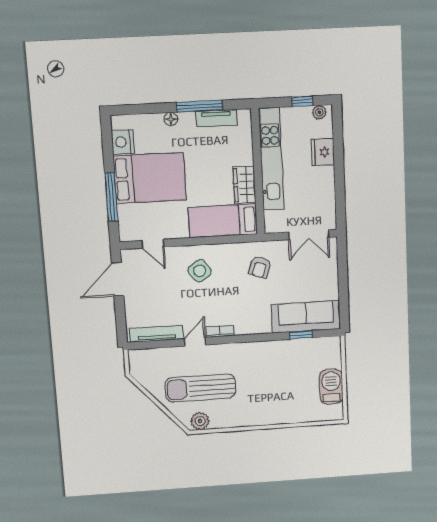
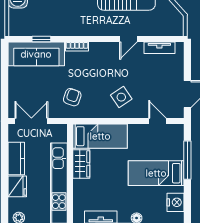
bed: (150, 178) -> (156, 173), width x0.67
kitchen counter: (325, 187) -> (16, 159), added
bookcase: (220, 331) -> (77, 46), moved
tv unit: (156, 334) -> (159, 48), width x0.71

